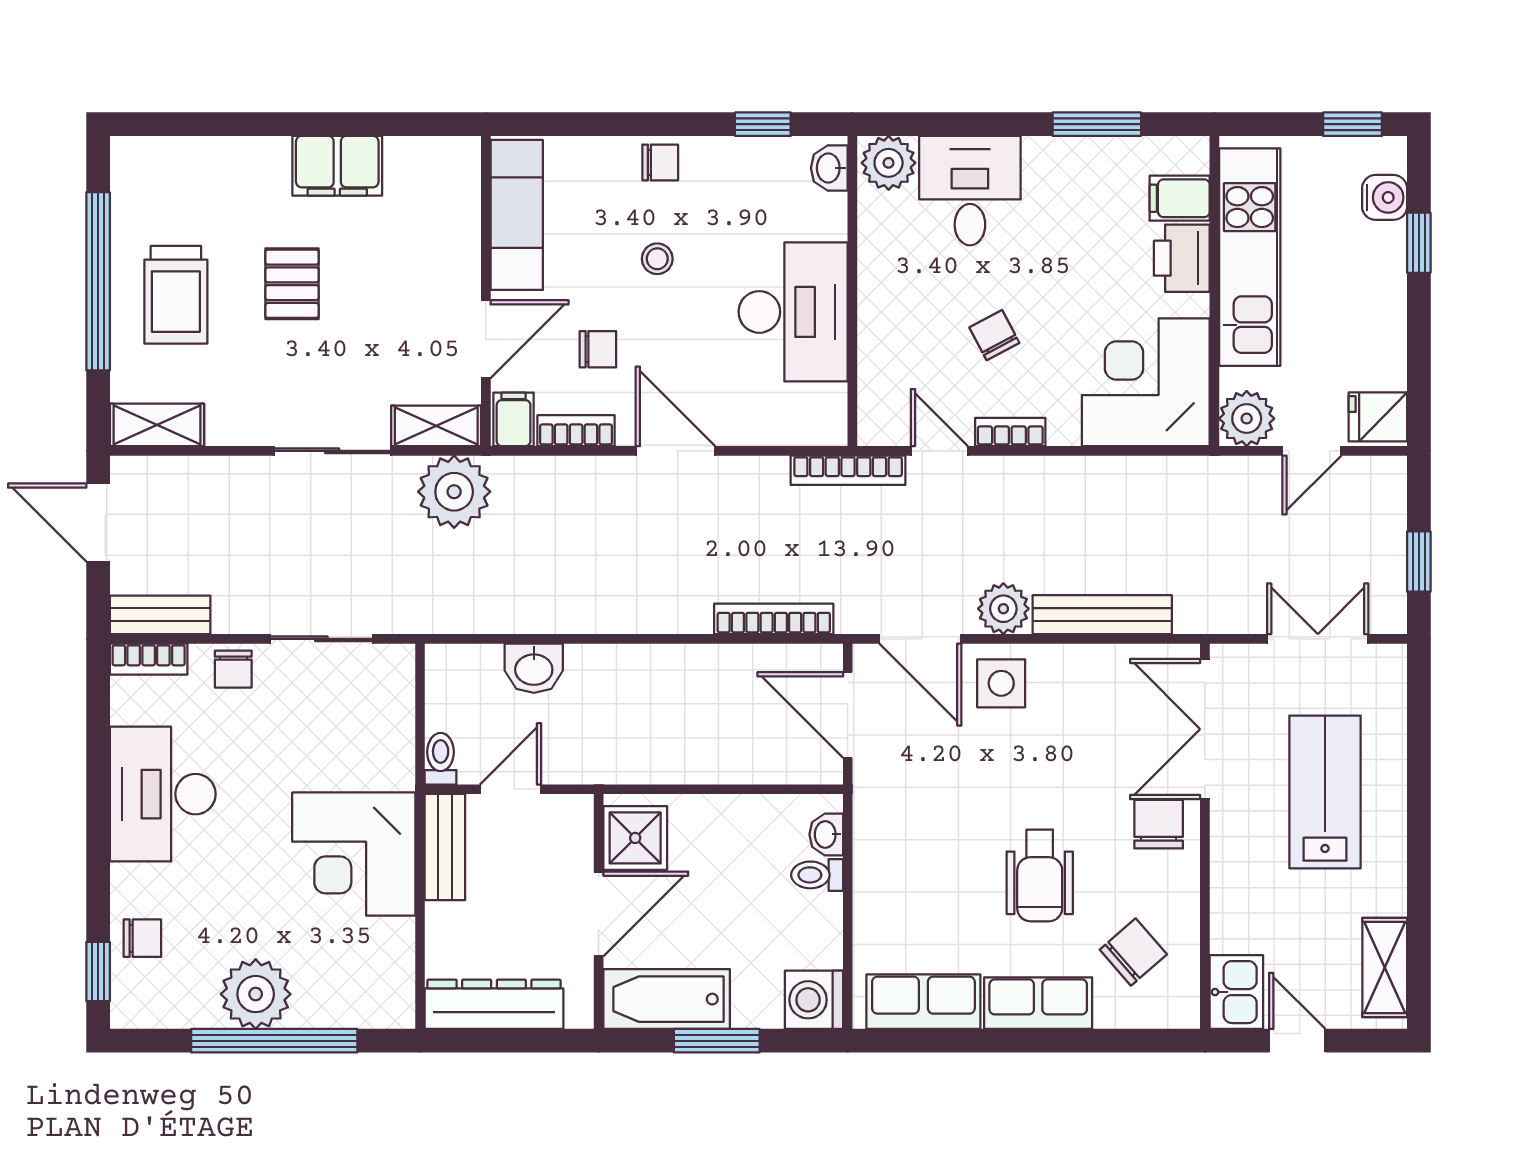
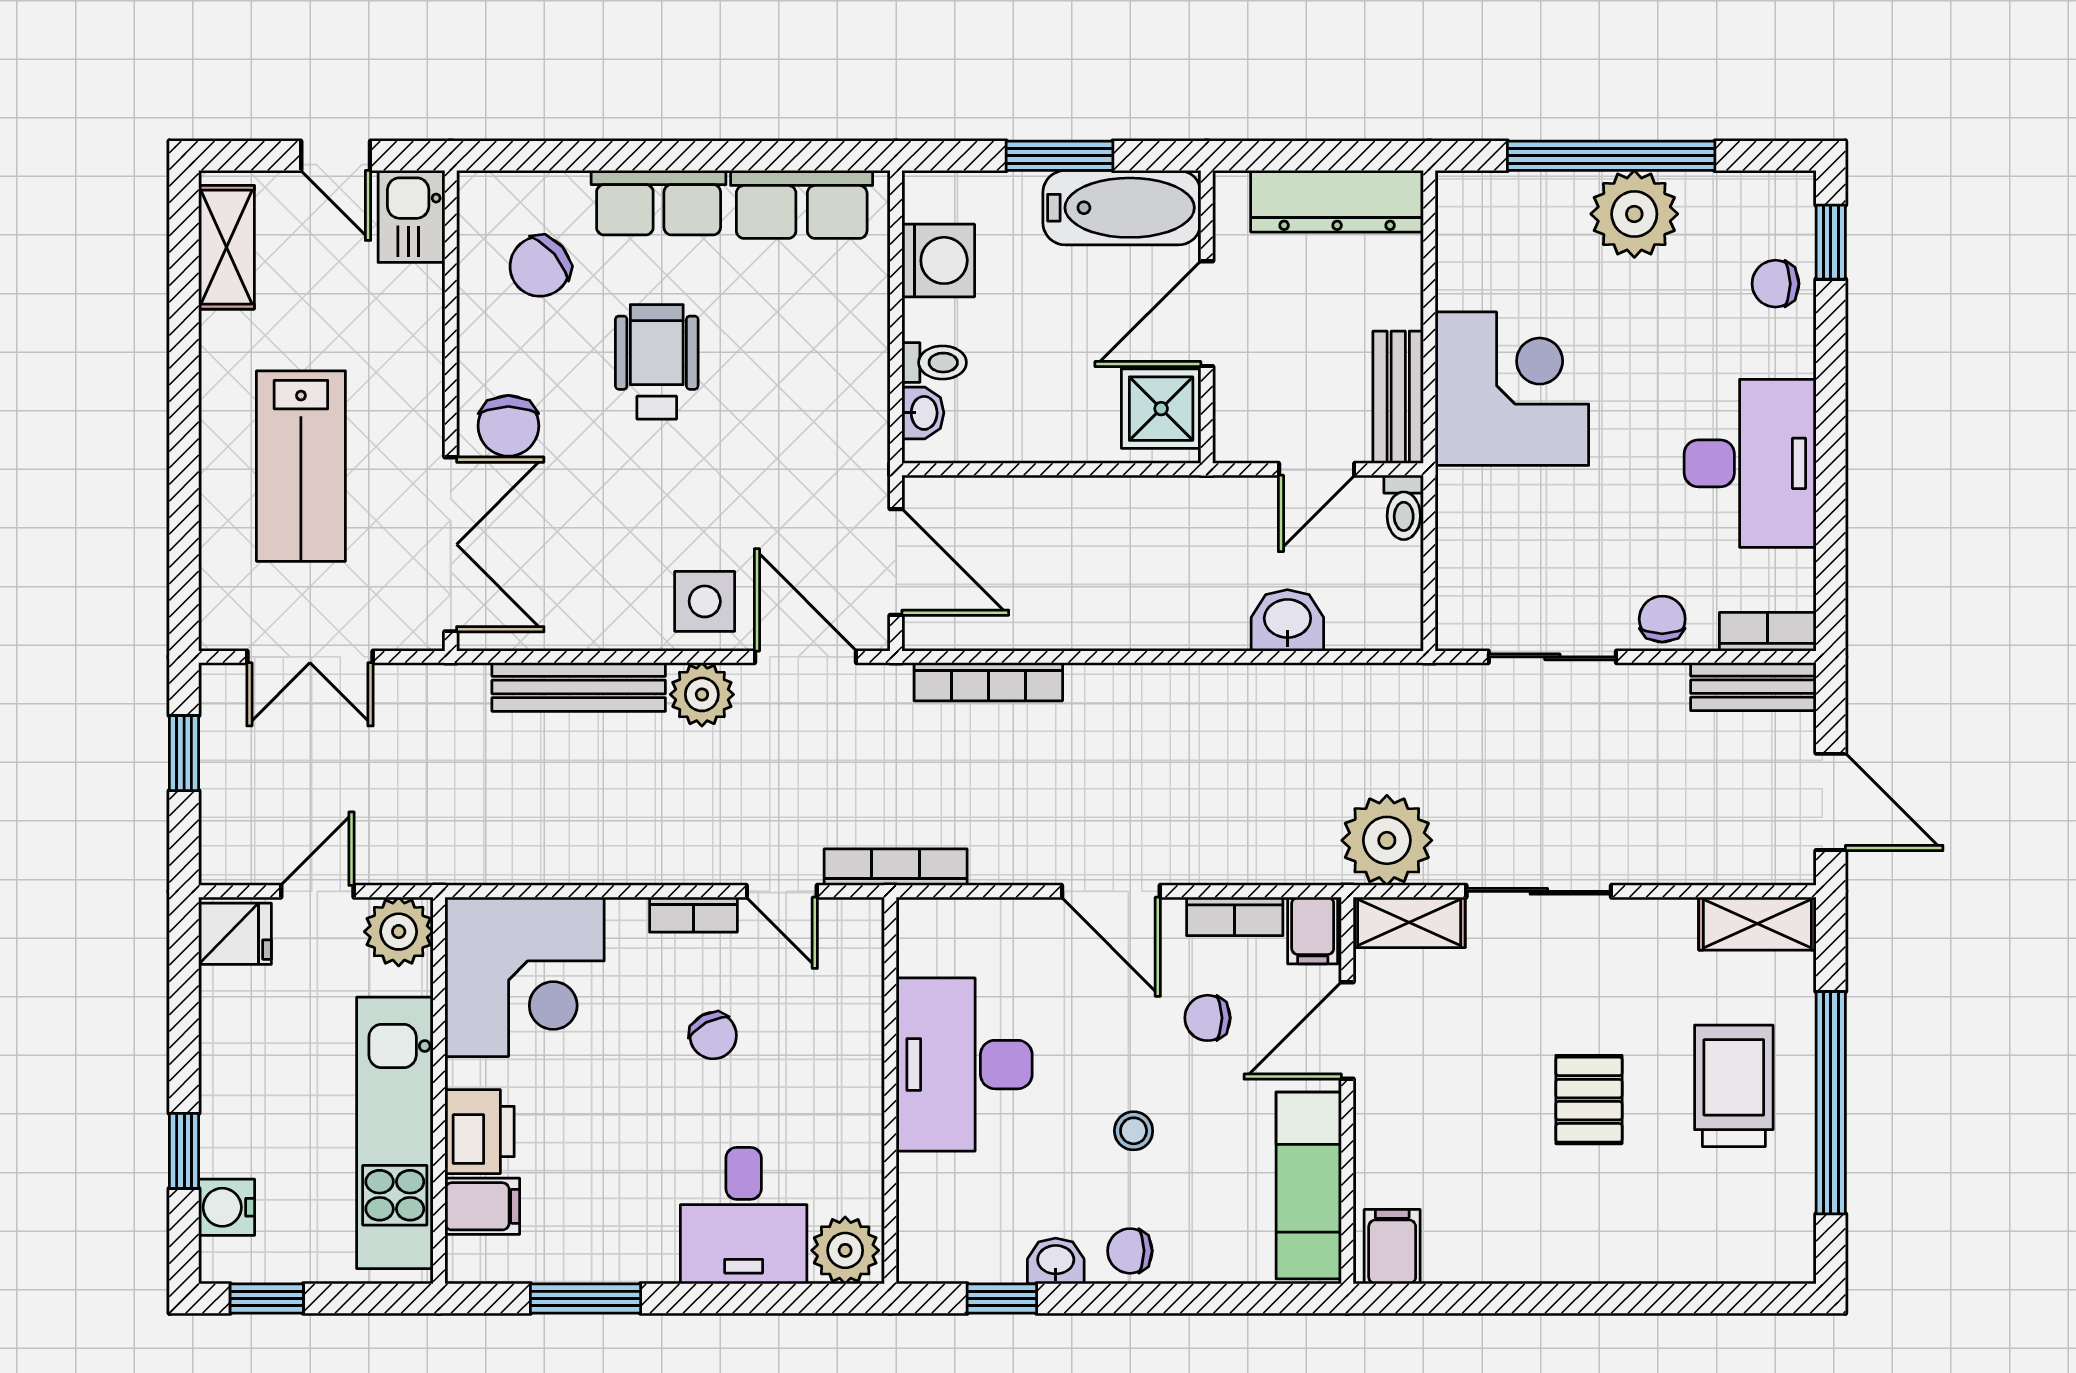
filing cabinet: (337, 166) -> (1392, 1247), moved, width x0.50
washbasin: (829, 168) -> (1056, 1261), moved, turned -90
washing machine: (814, 1000) -> (938, 260), moved

